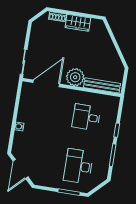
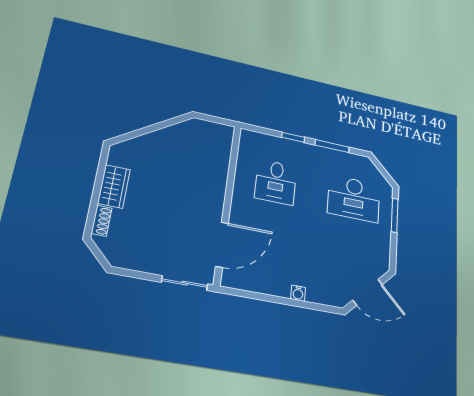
plant: (75, 77) -> (210, 196), removed
door: (46, 83) -> (222, 245), swing flipped
bench: (102, 85) -> (223, 154), removed

